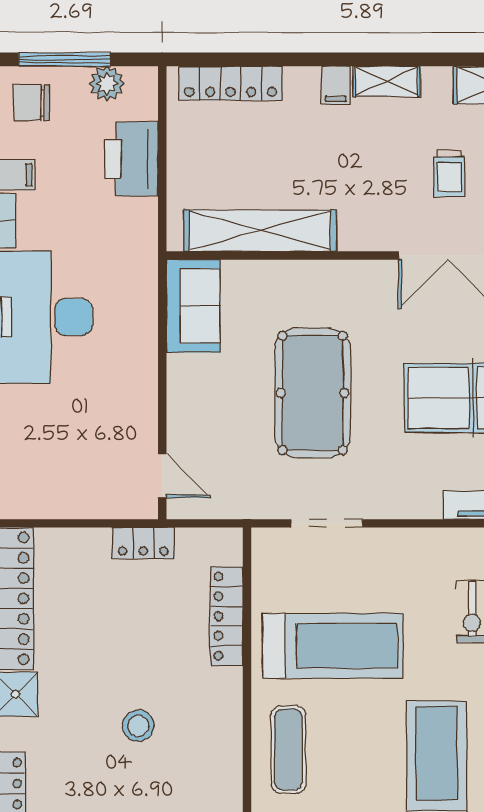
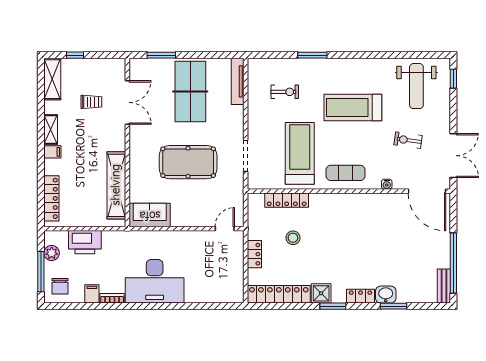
locker: (143, 543) -> (254, 254), moved
stool: (138, 726) -> (293, 238), moved

